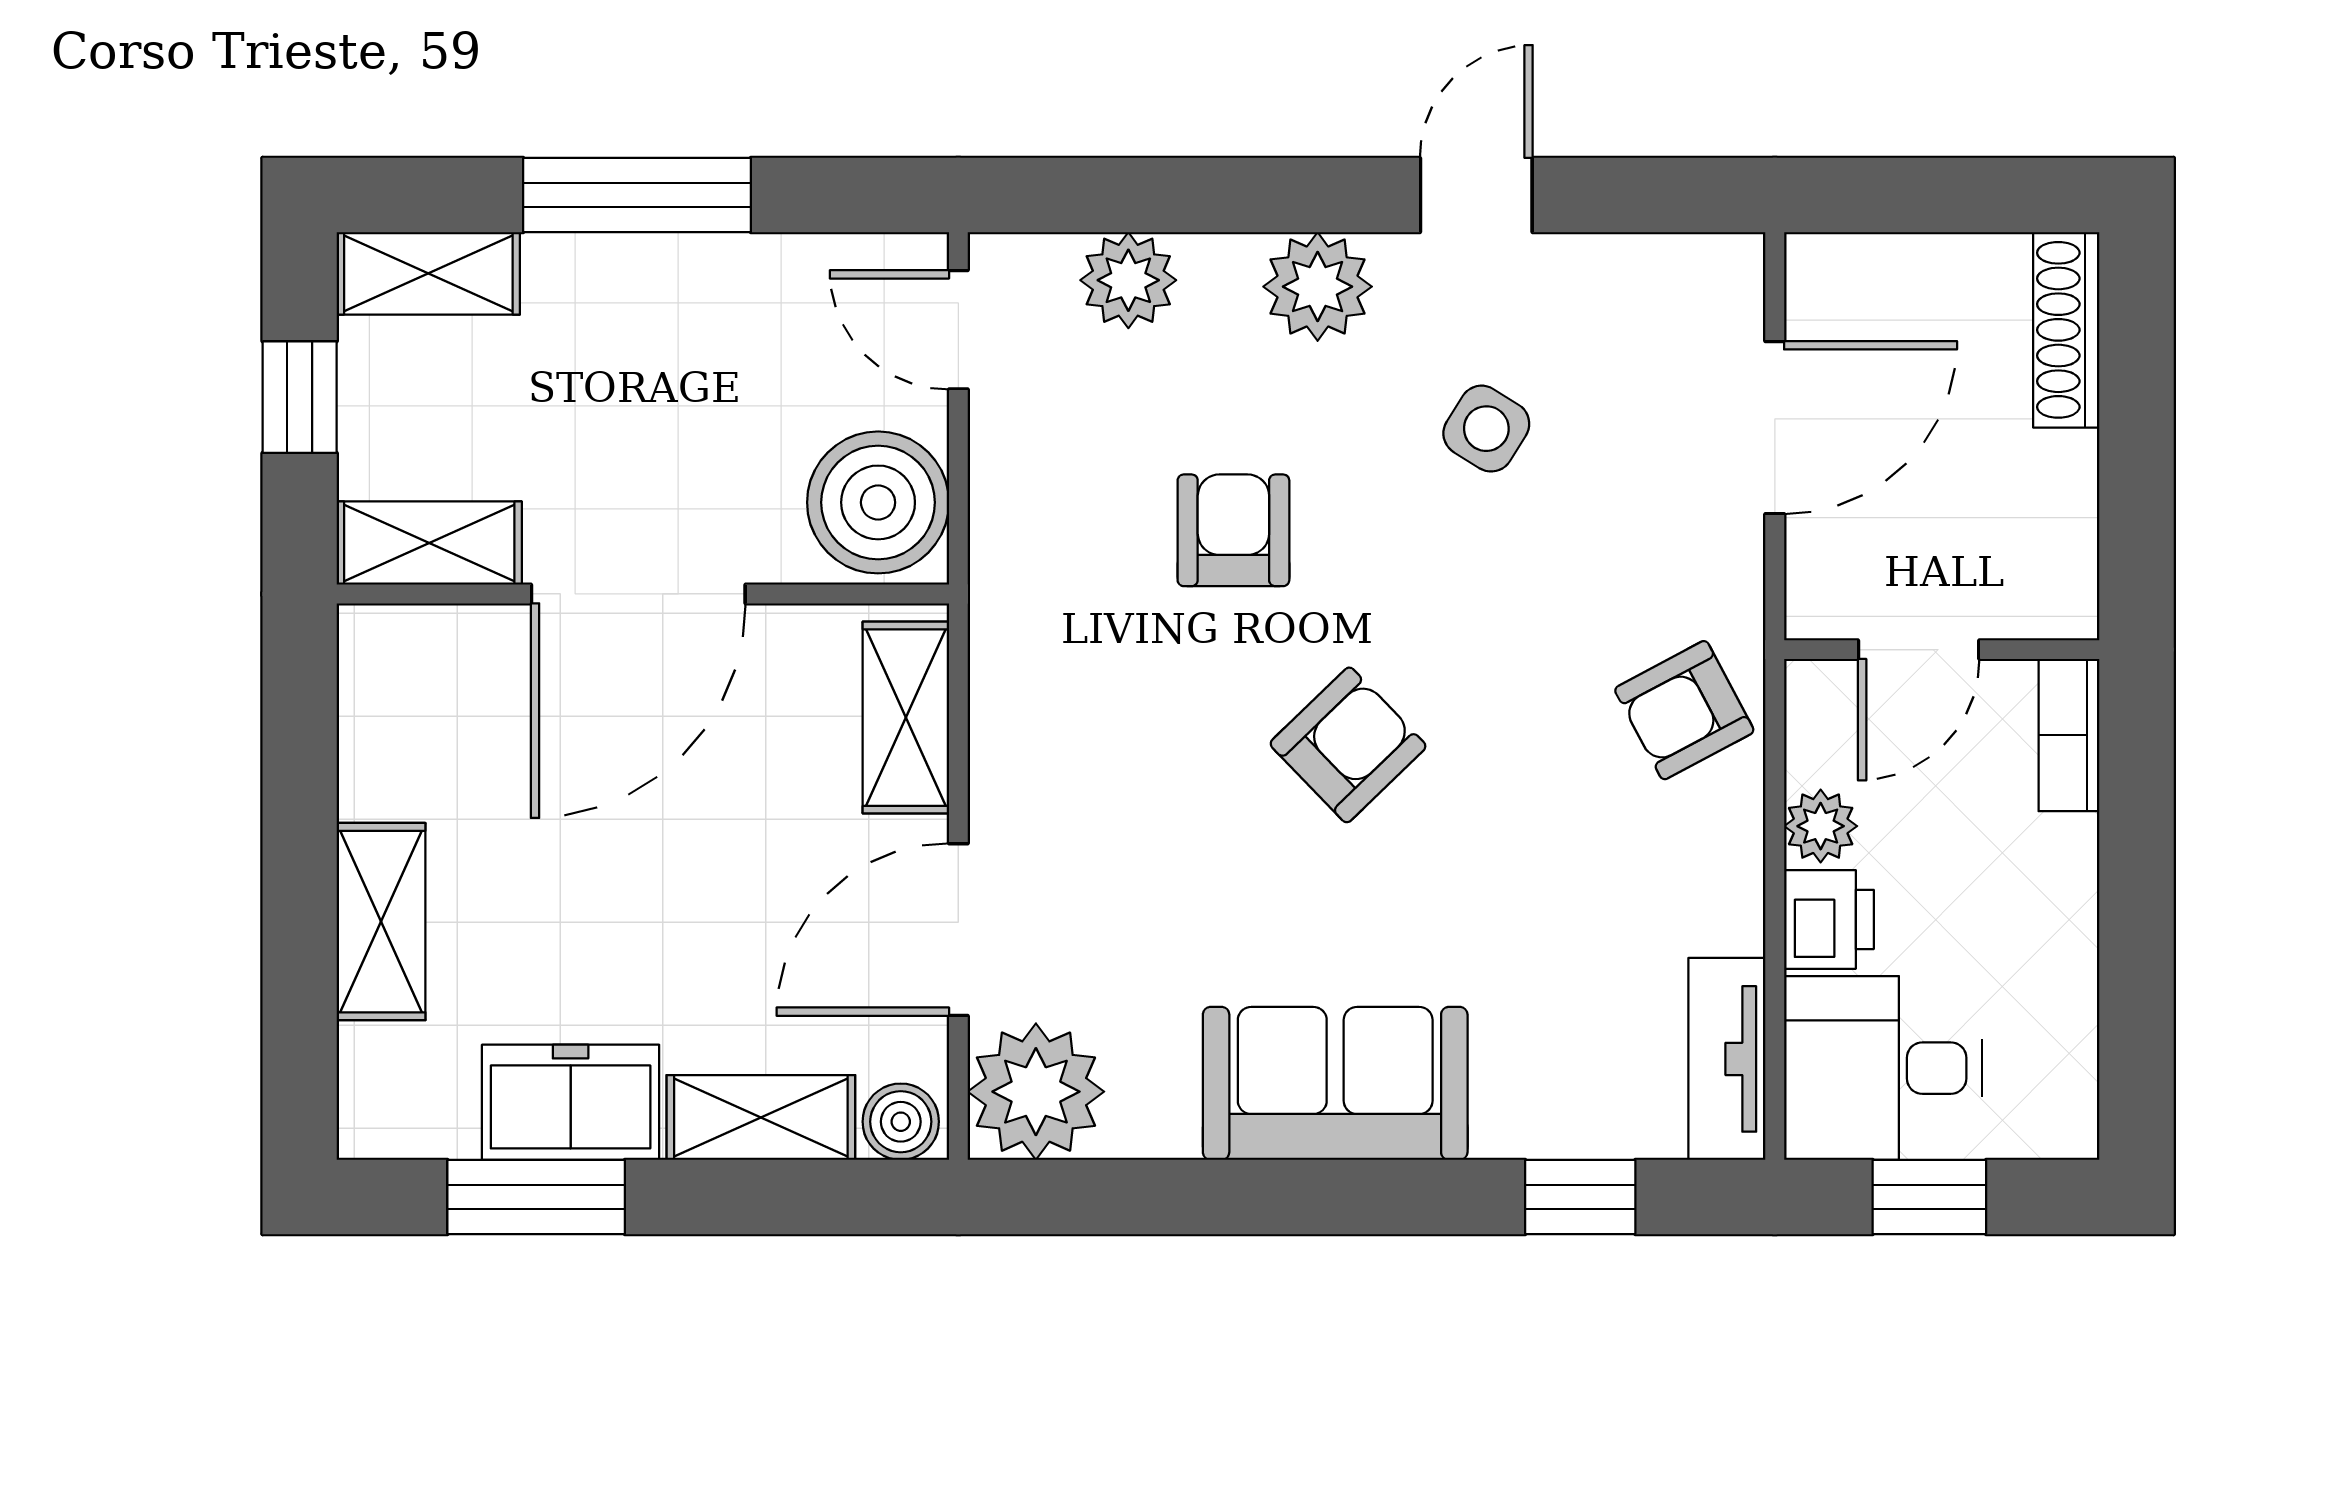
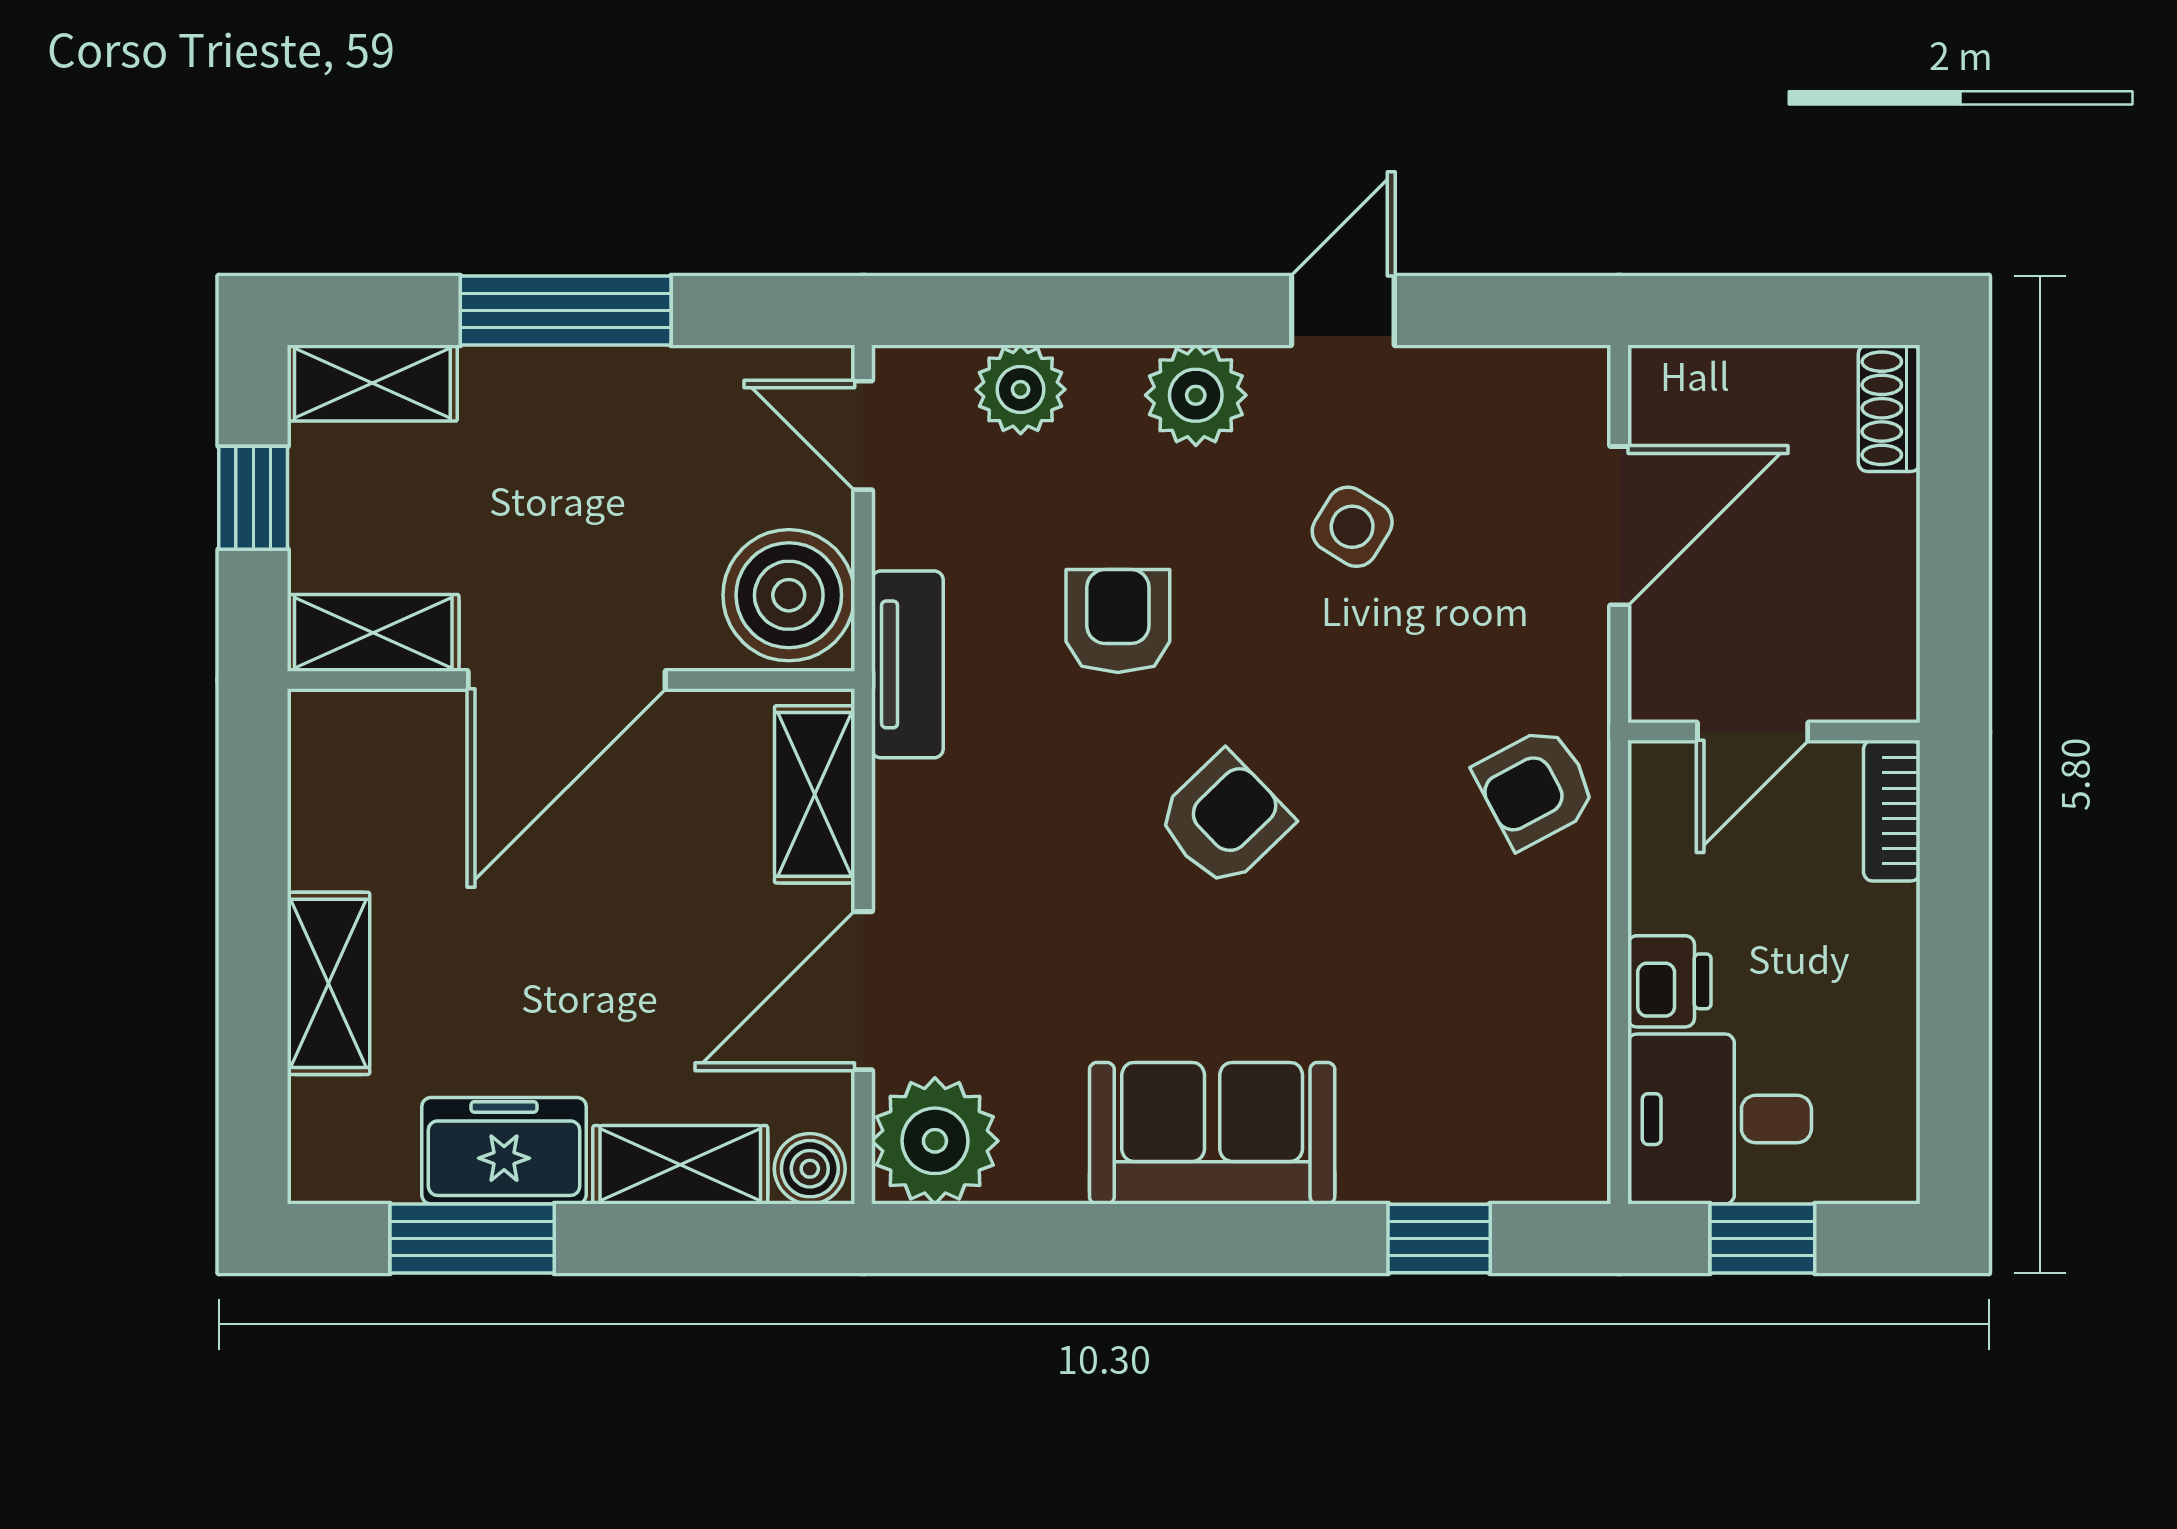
shoe rack: (2066, 330) -> (1889, 408), width x0.70
plant: (1821, 826) -> (1662, 895), removed
tv unit: (1727, 1059) -> (907, 664), moved, turned 180

